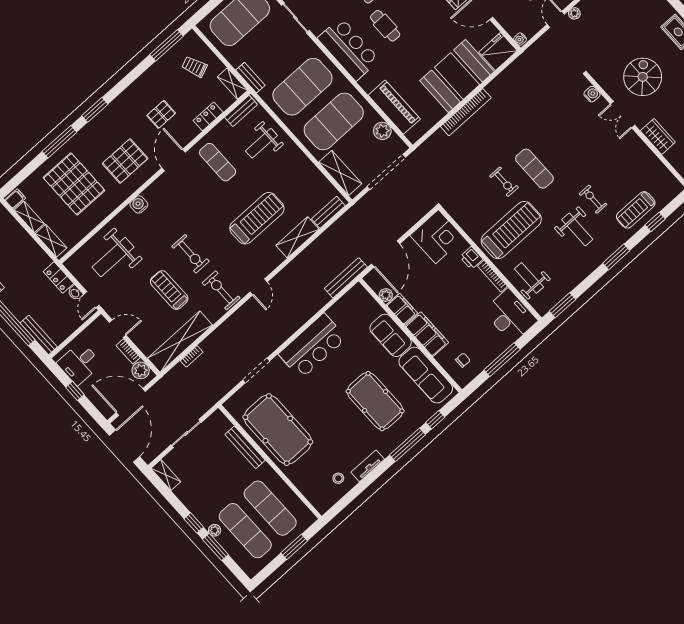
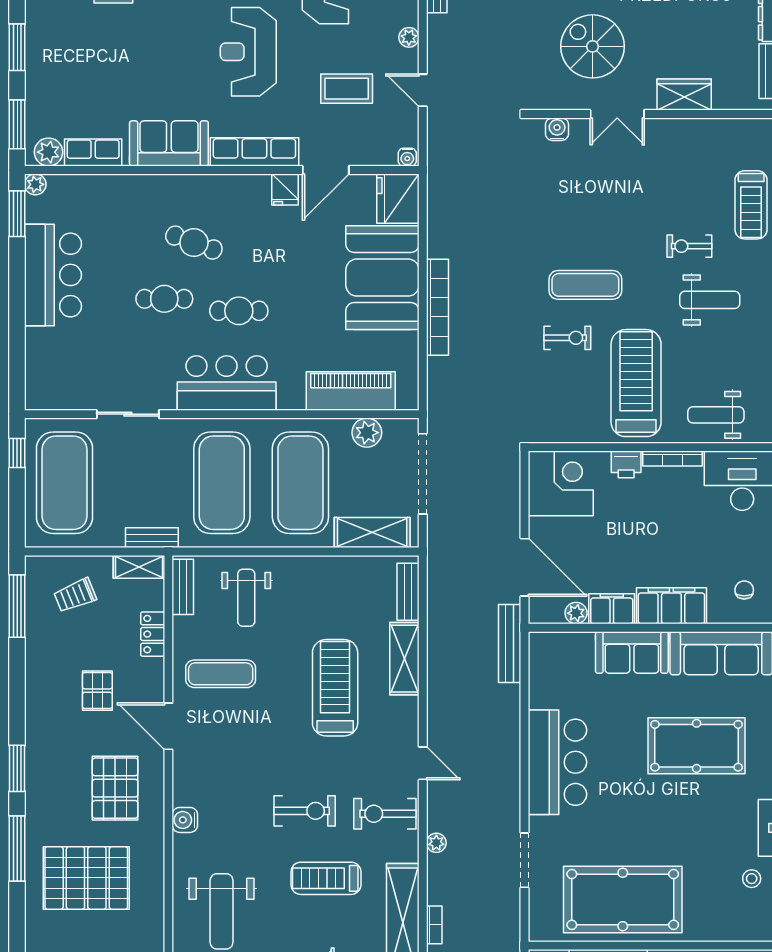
plant: (574, 13) -> (436, 843), moved

